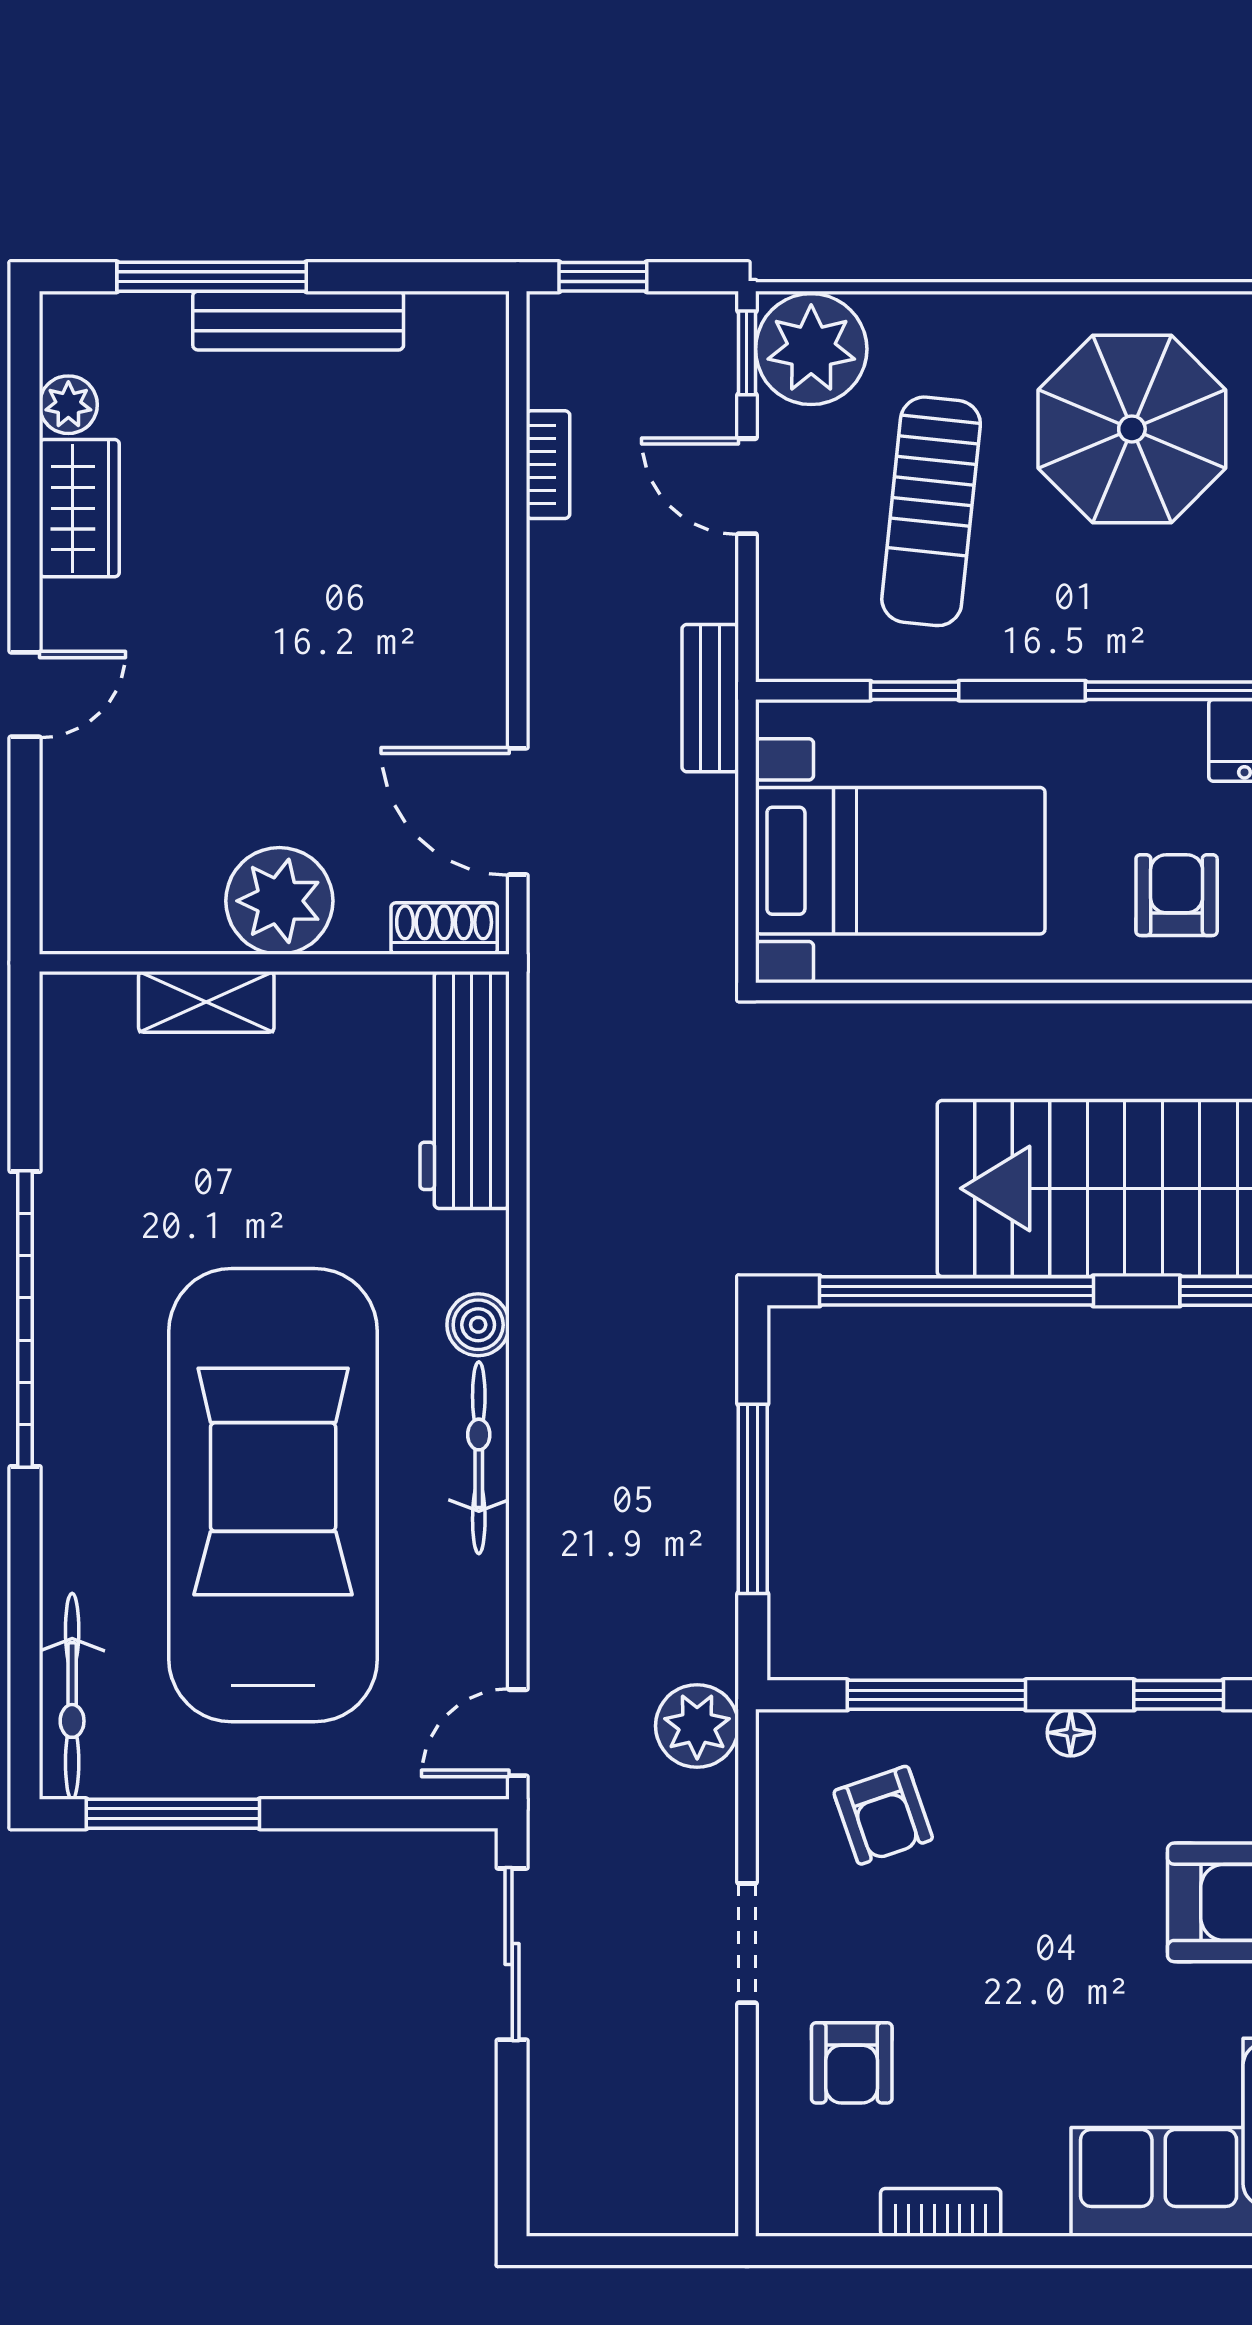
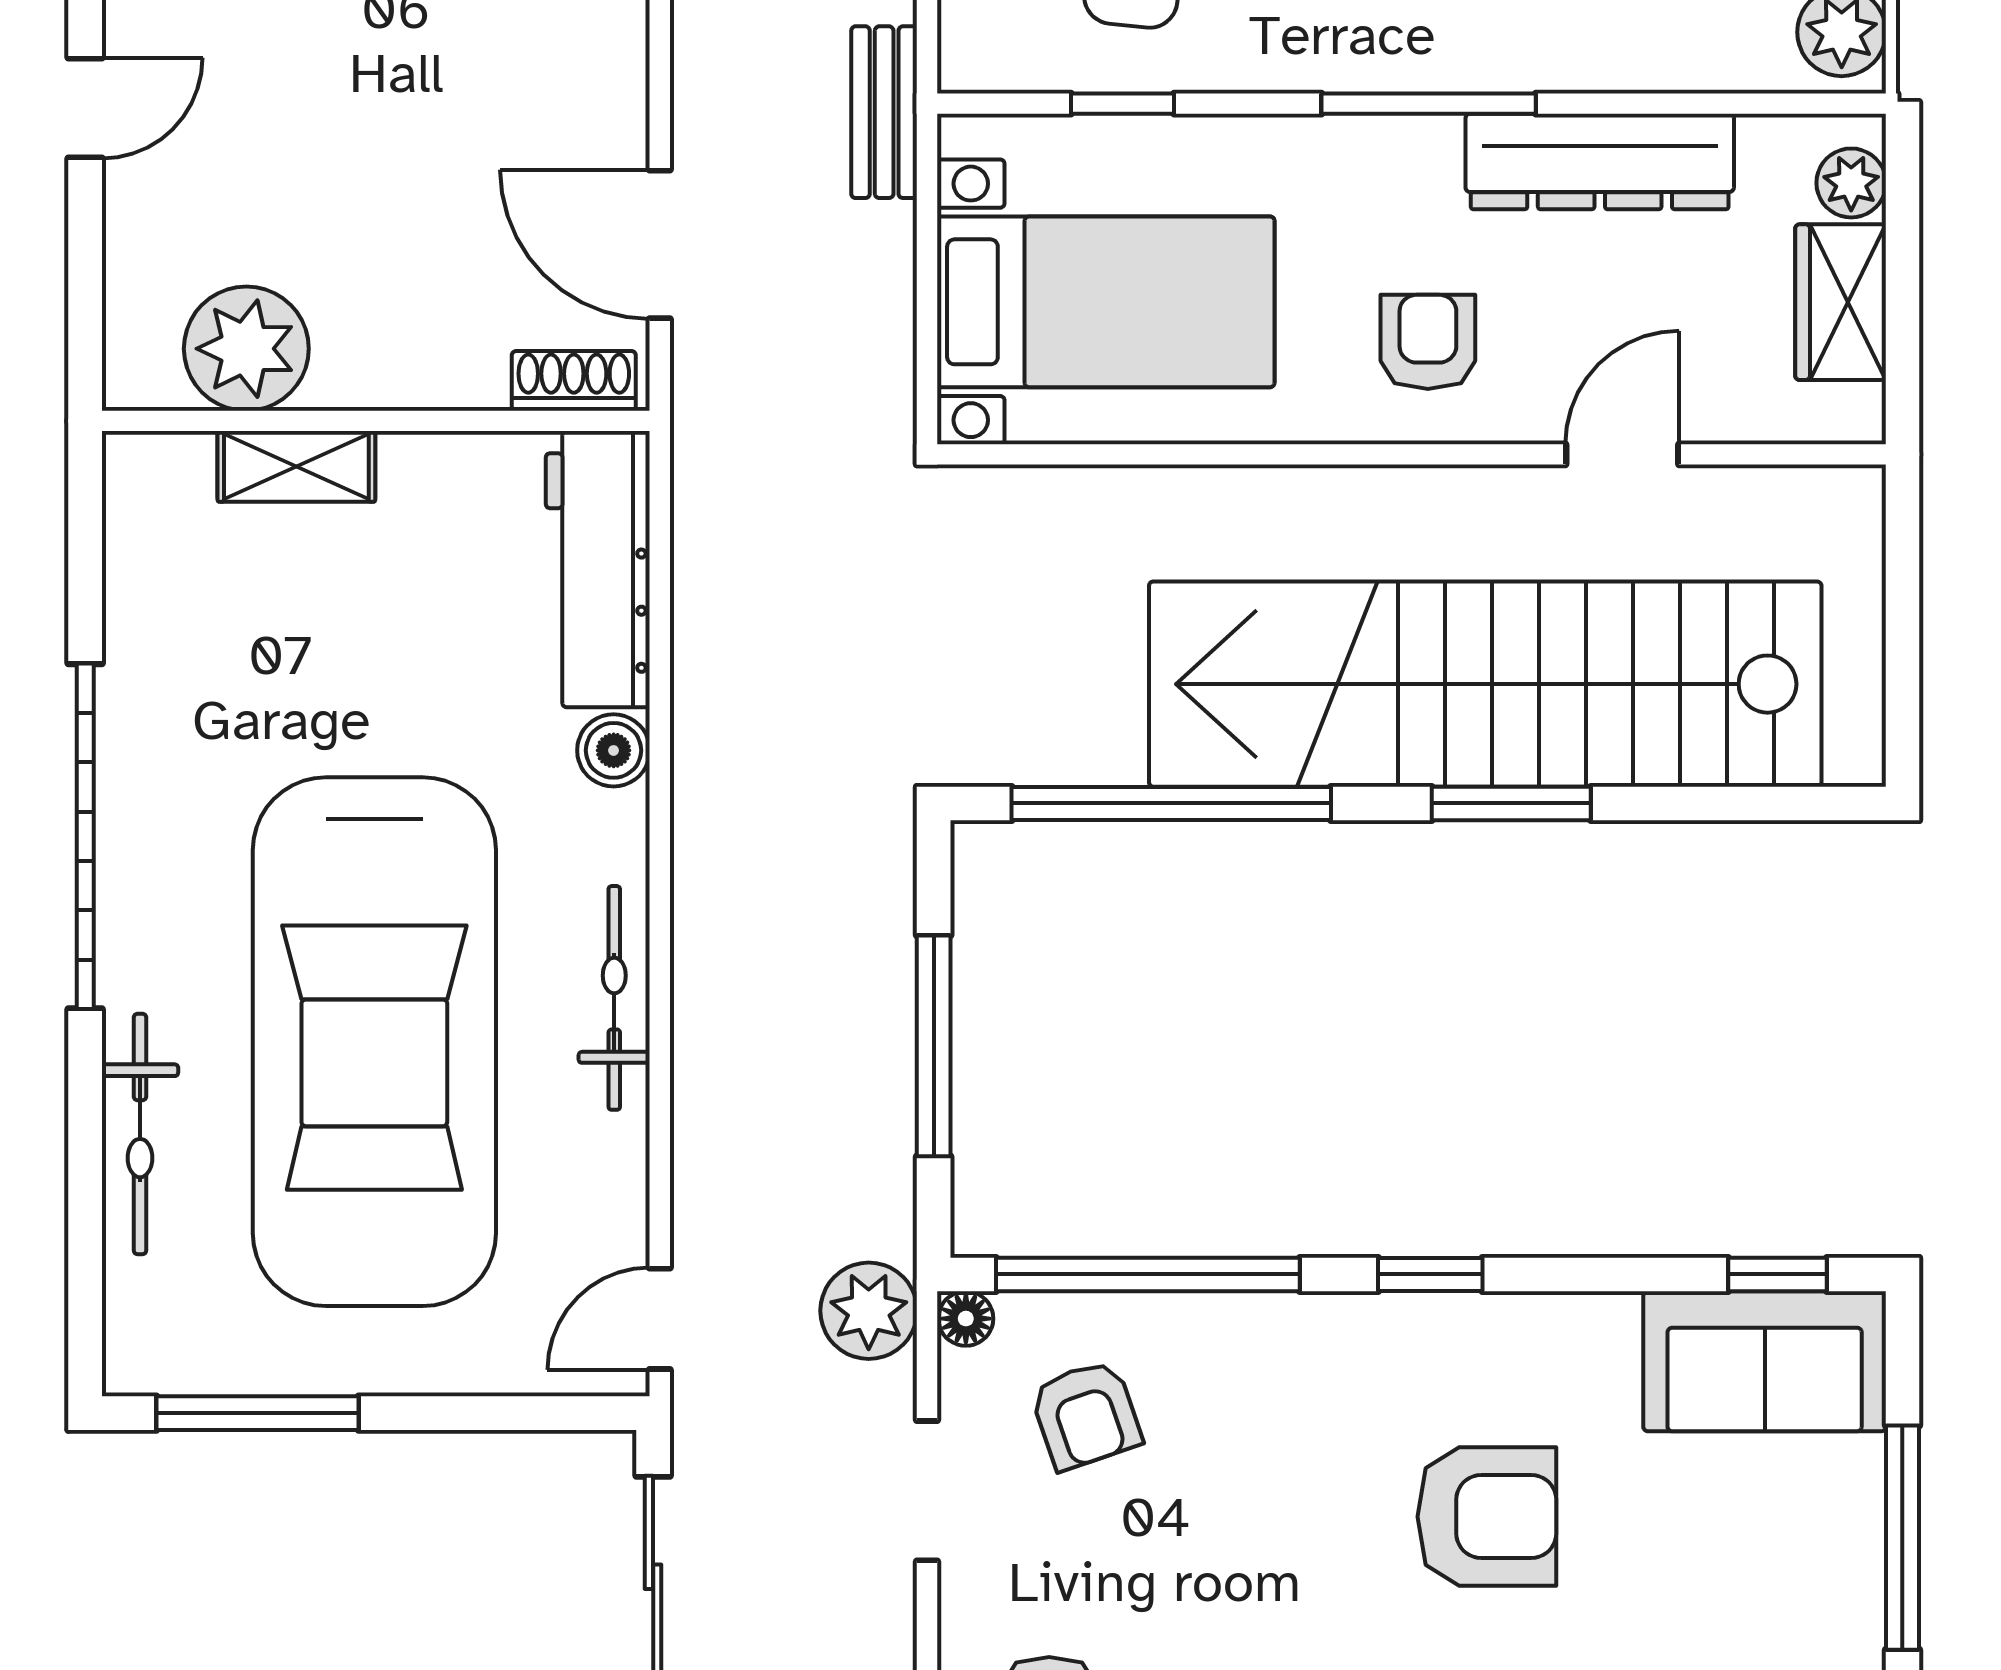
plant: (279, 901) -> (246, 349), moved
boiler: (478, 1325) -> (614, 750), moved
car: (273, 1495) -> (374, 1042), turned 180
window: (936, 1695) -> (1148, 1274), width x1.46
bicycle: (72, 1696) -> (140, 1134), moved
floor lamp: (1071, 1733) -> (966, 1319), moved
doorway: (747, 1943) -> (927, 1491), moved

